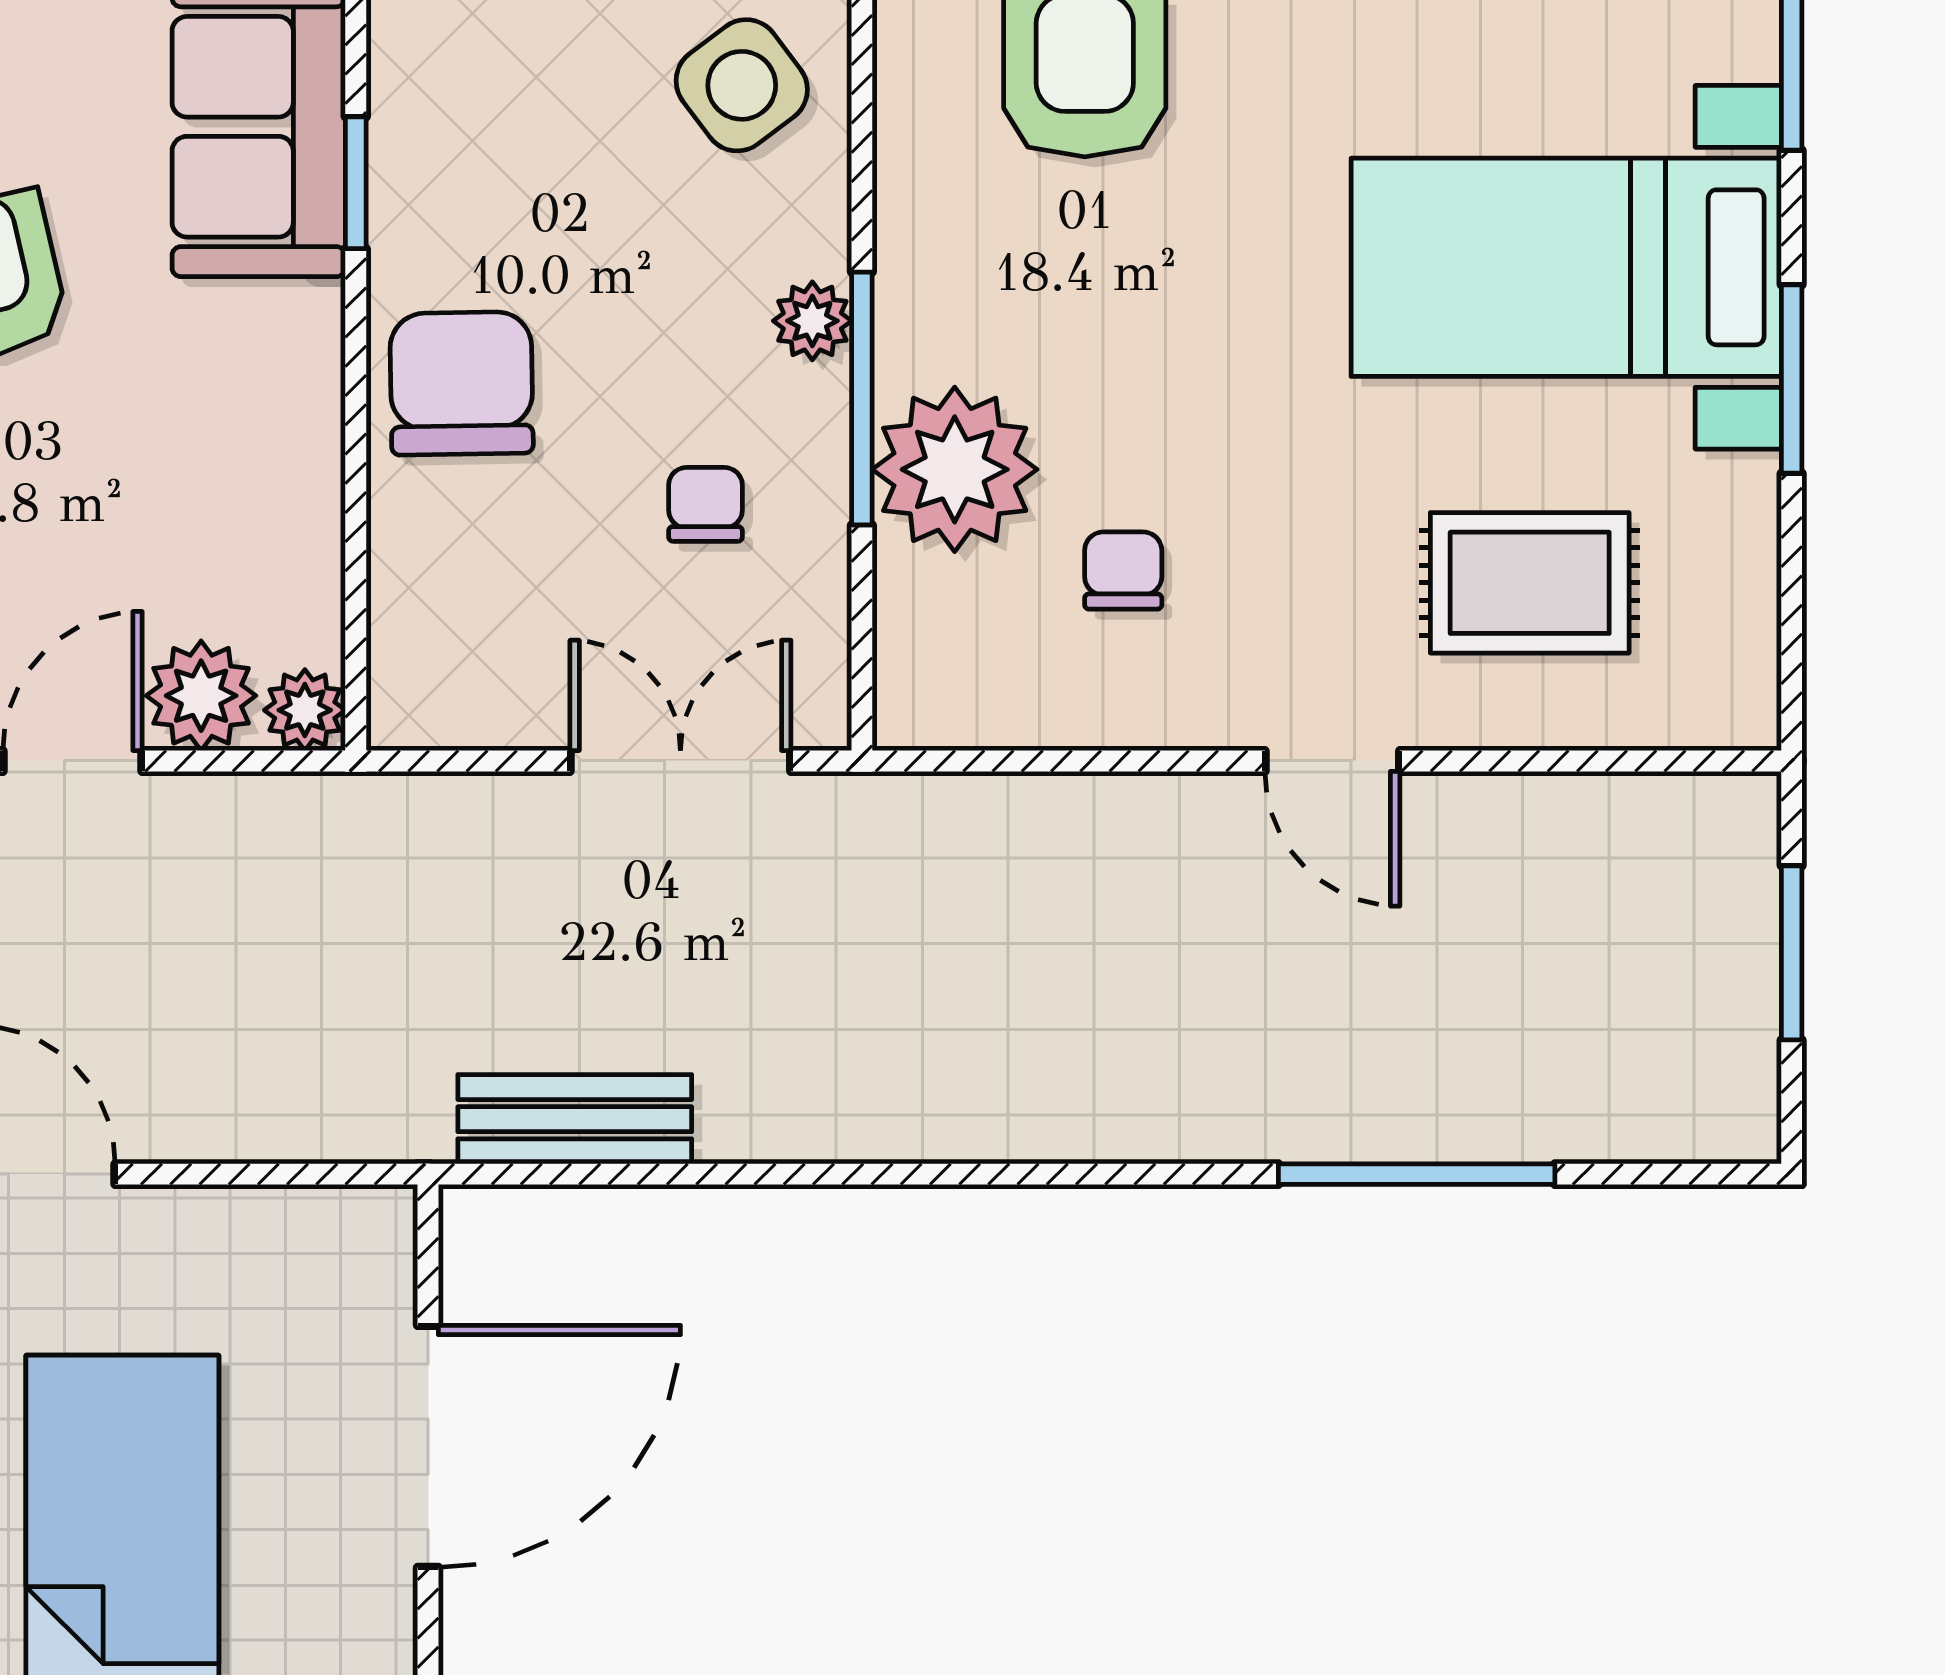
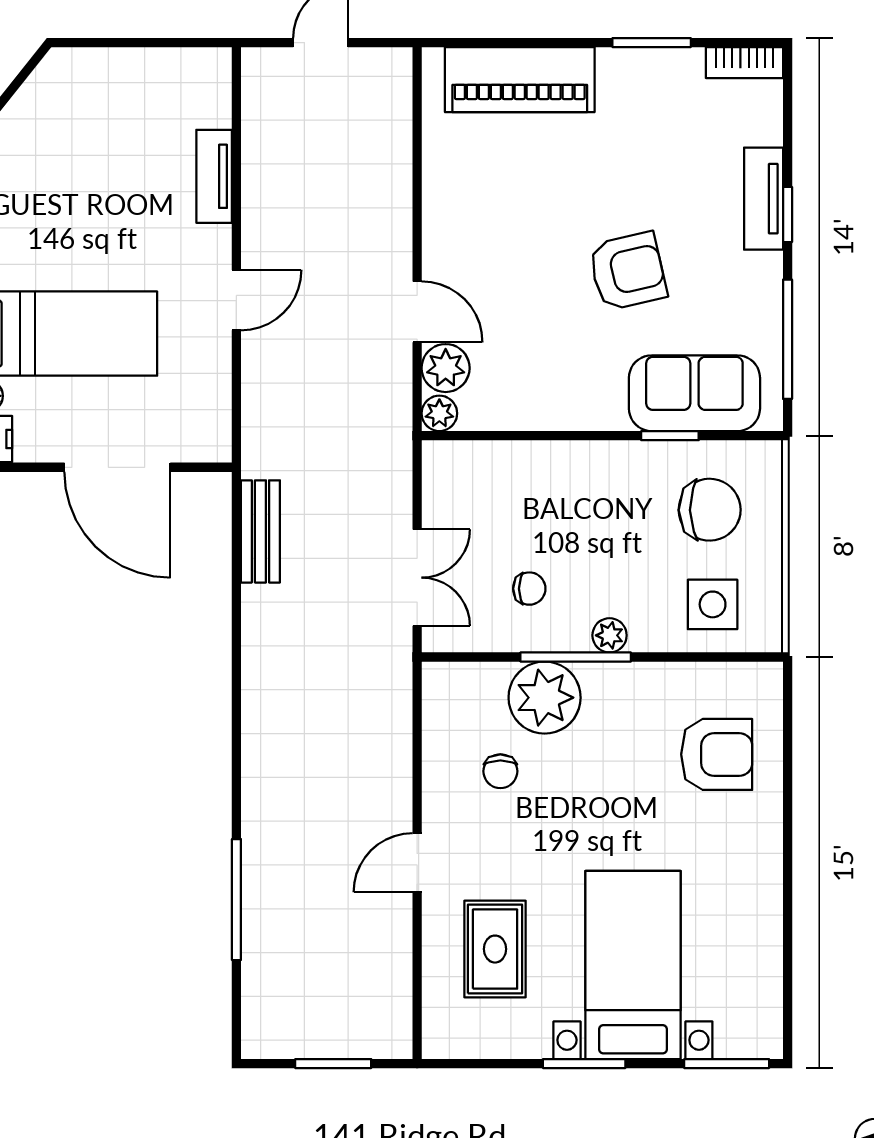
side table: (742, 85) -> (713, 604), turned 37
chair: (461, 383) -> (710, 510), moved
chair: (1123, 571) -> (500, 771), turned 90

